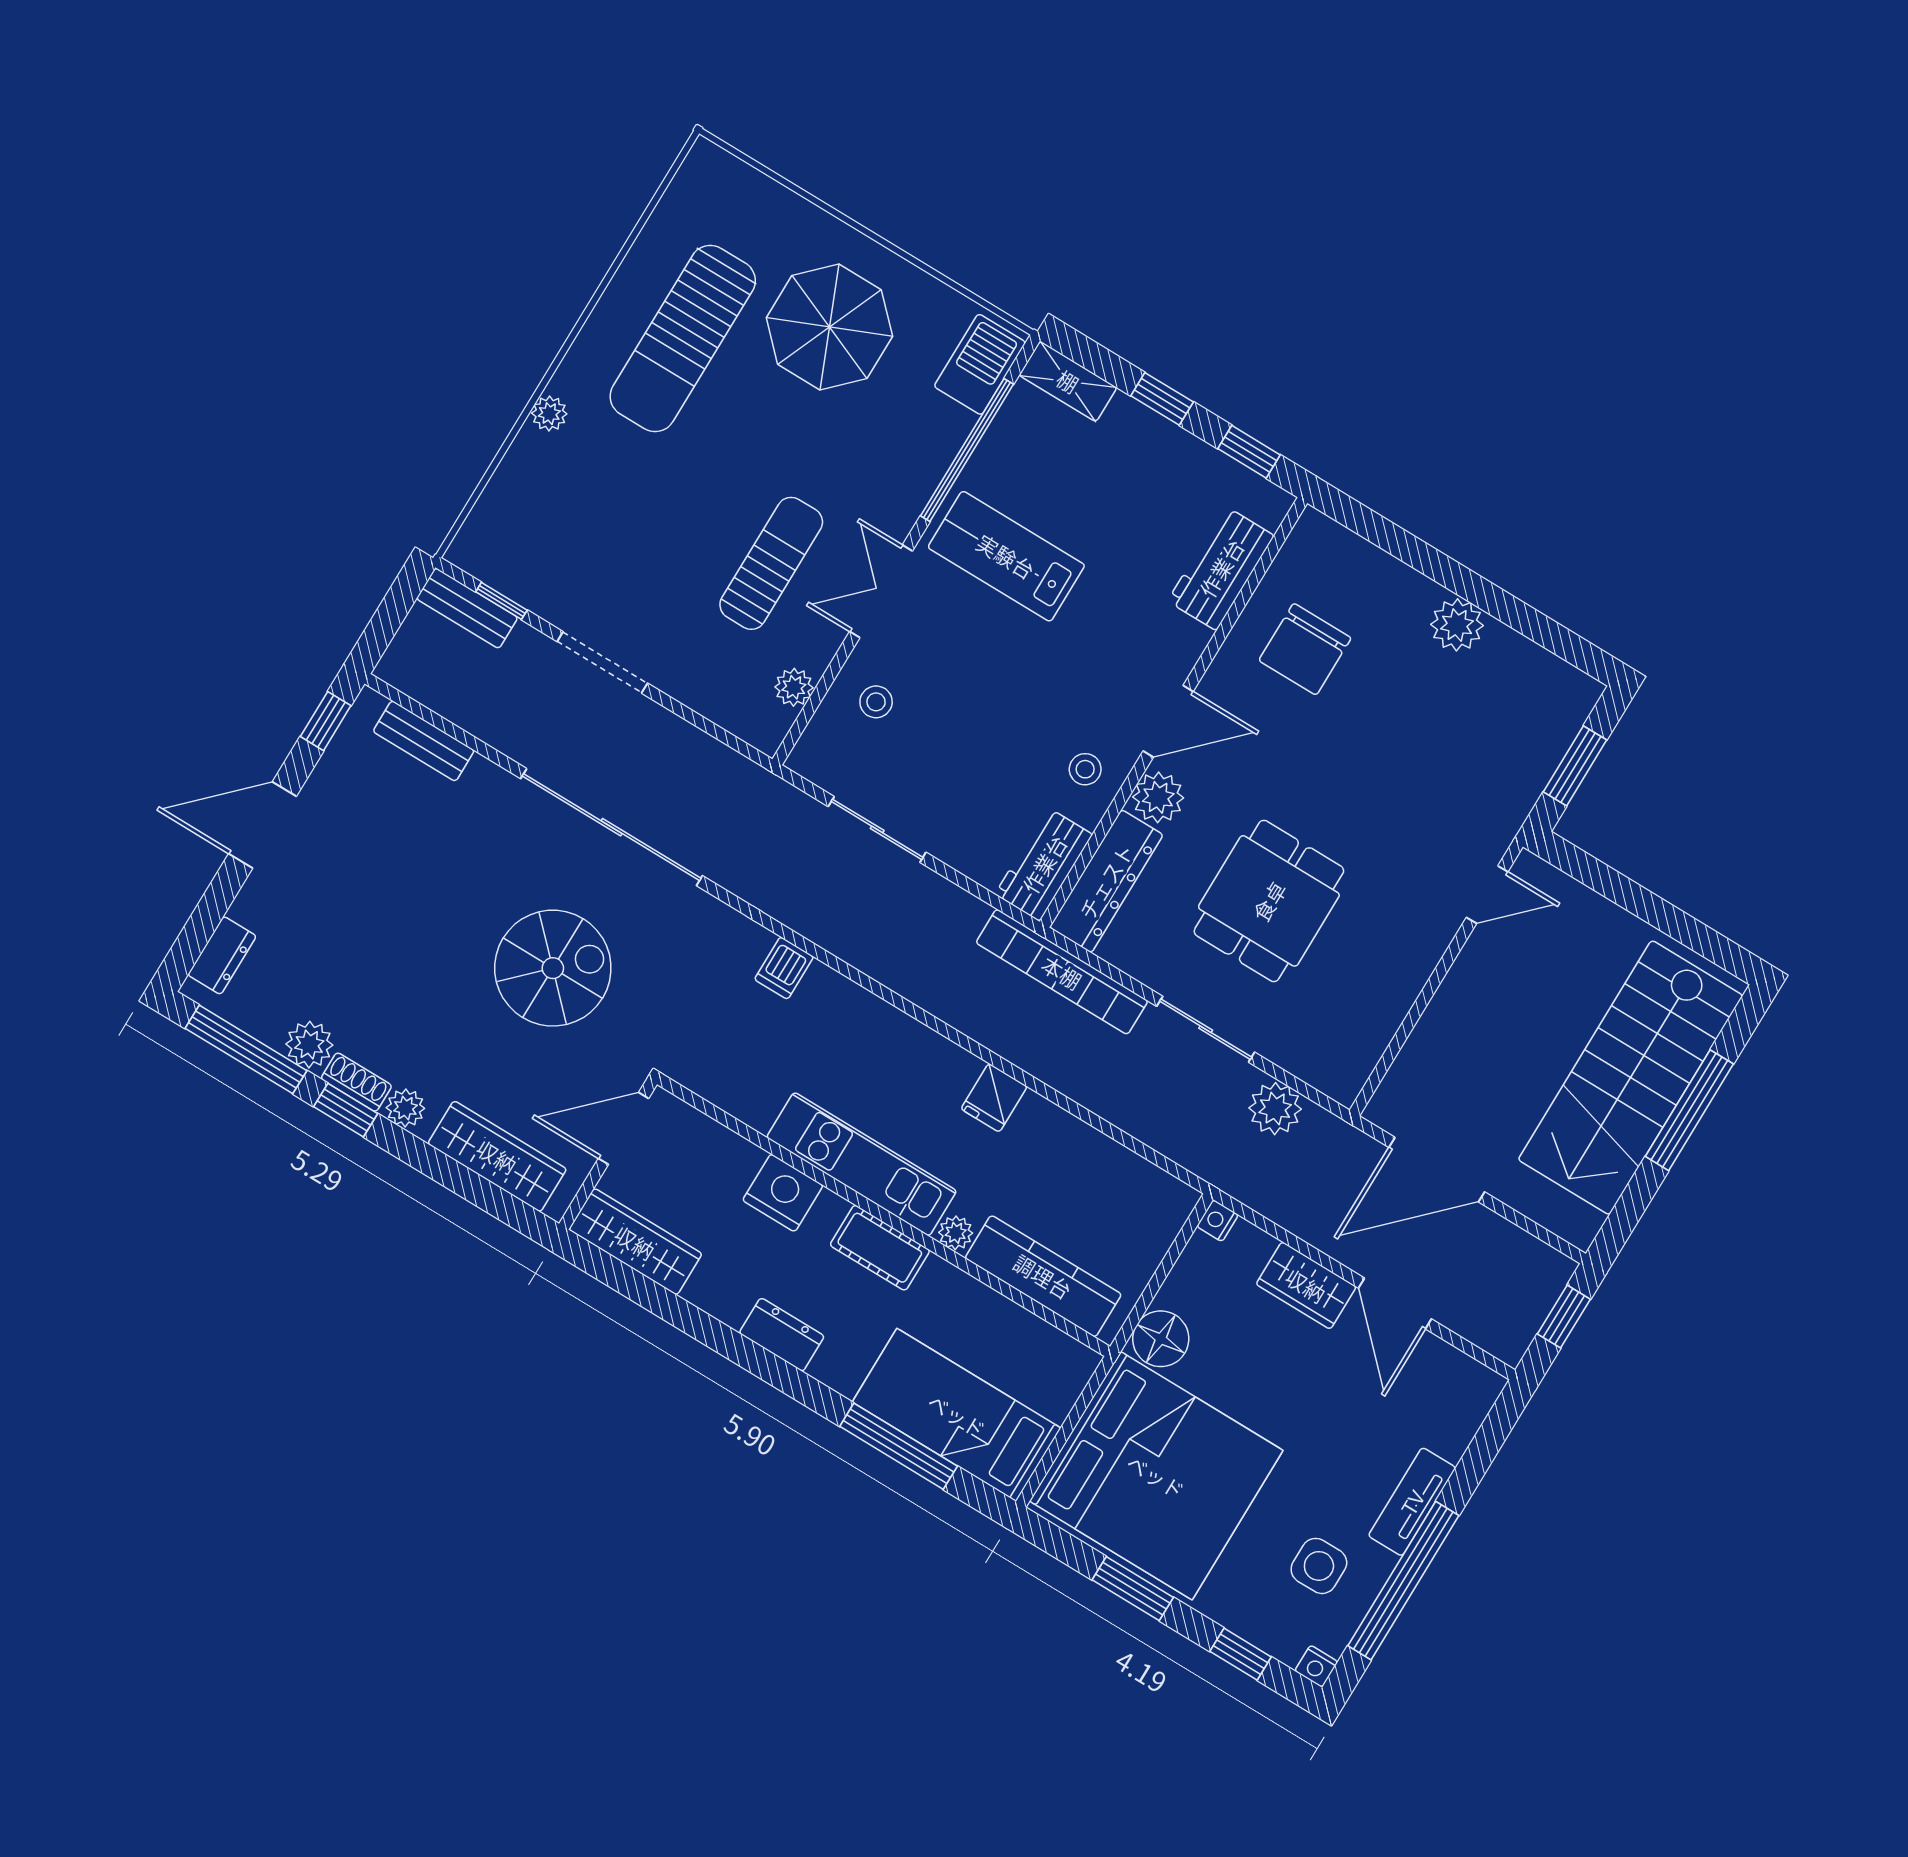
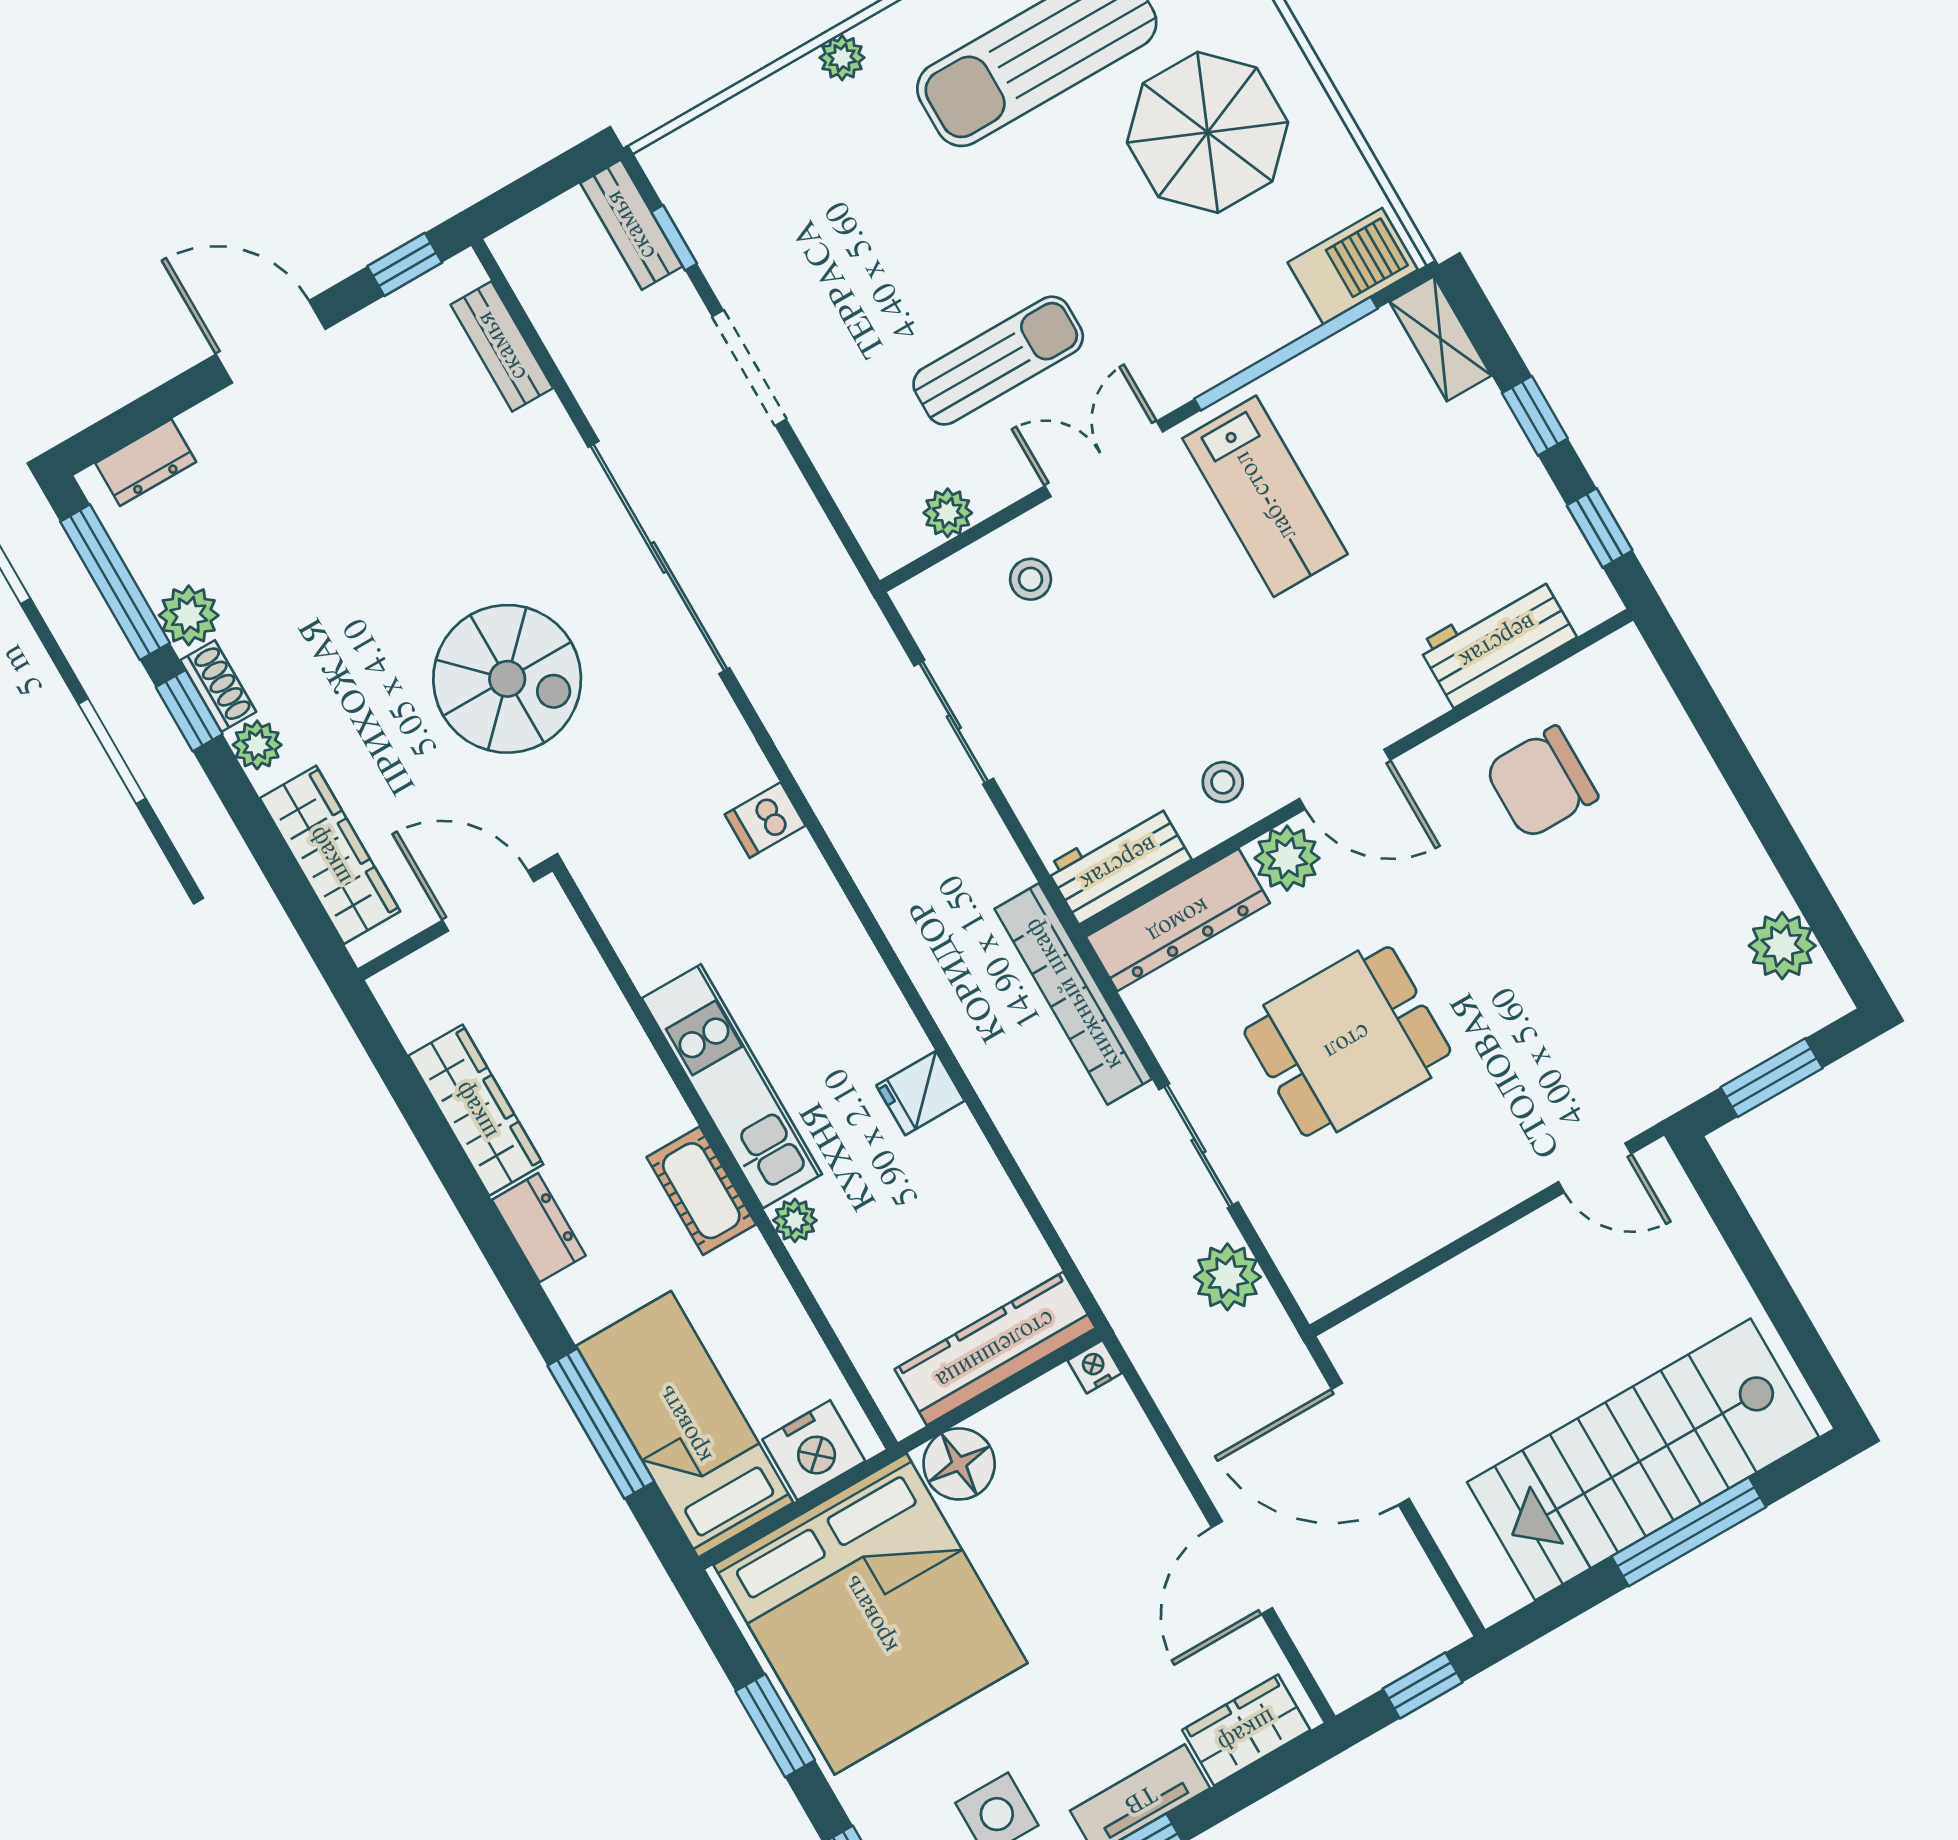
lab bench: (1006, 556) -> (1265, 496), turned 180
plant: (1457, 625) -> (1782, 946), moved
nightstand: (783, 1193) -> (814, 1450), moved, turned 90
wardrobe: (635, 1242) -> (476, 1110), moved
kitchen counter: (1043, 1276) -> (995, 1349), moved, turned -90
wardrobe: (1306, 1285) -> (1246, 1730), moved, turned 90

